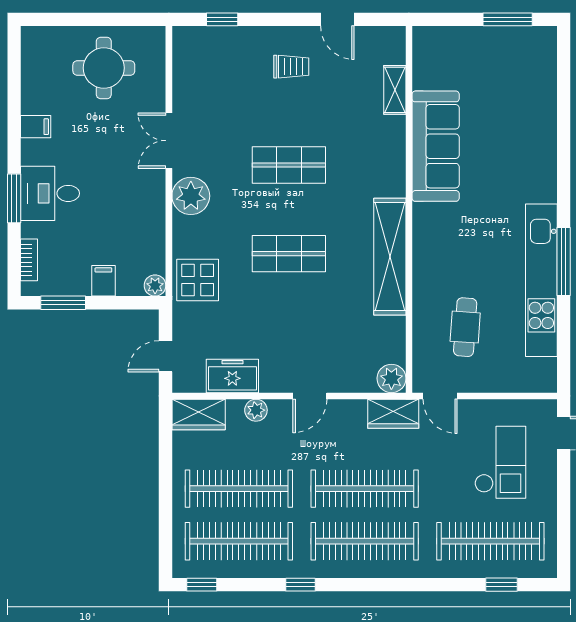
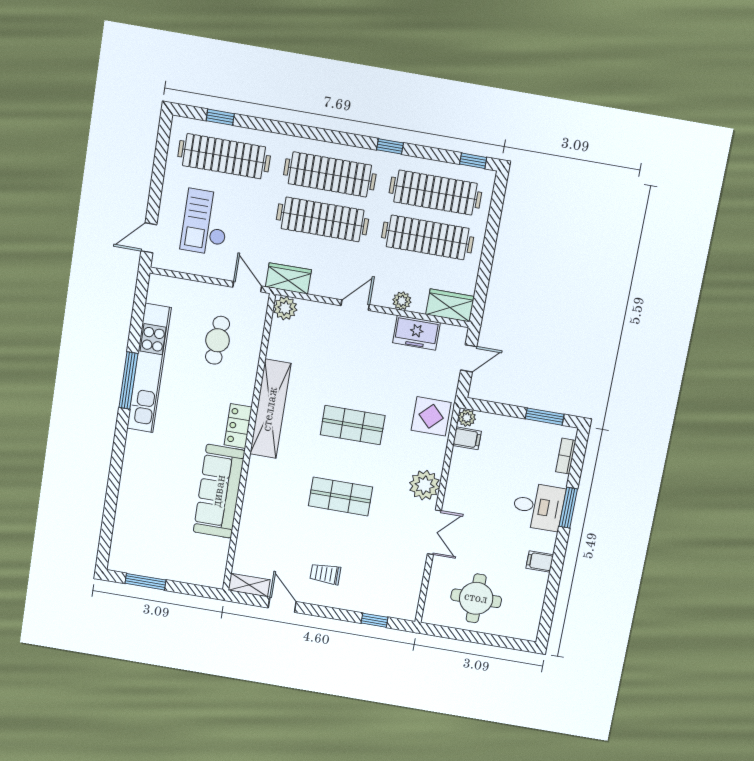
shelving: (395, 90) -> (249, 585), moved, turned 90
locker: (425, 229) -> (238, 426), added
filing cabinet: (103, 281) -> (467, 438), moved, turned -90

